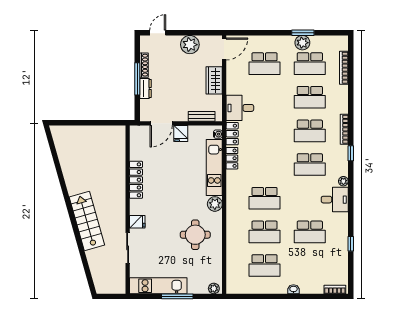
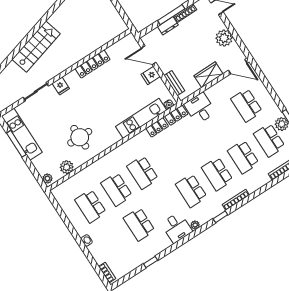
plant: (215, 204) -> (67, 167), moved
window: (177, 296) -> (16, 144), moved

